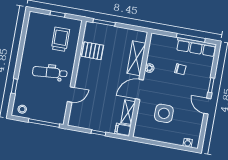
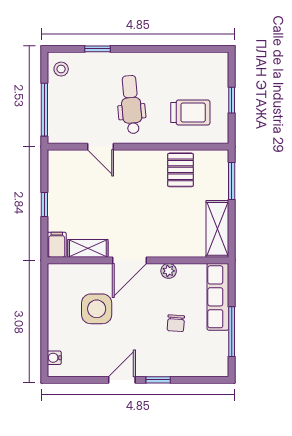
row of seats: (196, 47) -> (218, 297), moved
shelving: (136, 58) -> (217, 229), moved, turned 90
door: (139, 89) -> (130, 260), swing flipped

